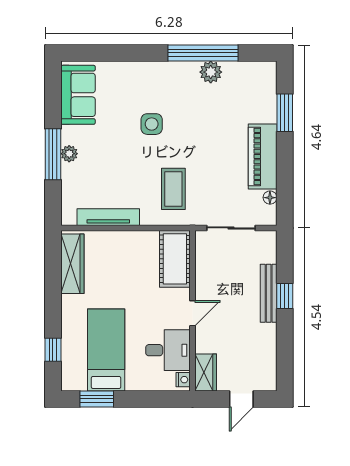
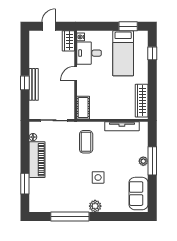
plant: (211, 72) -> (95, 206), moved
cot: (175, 259) -> (83, 108), width x0.73, depth x0.75

